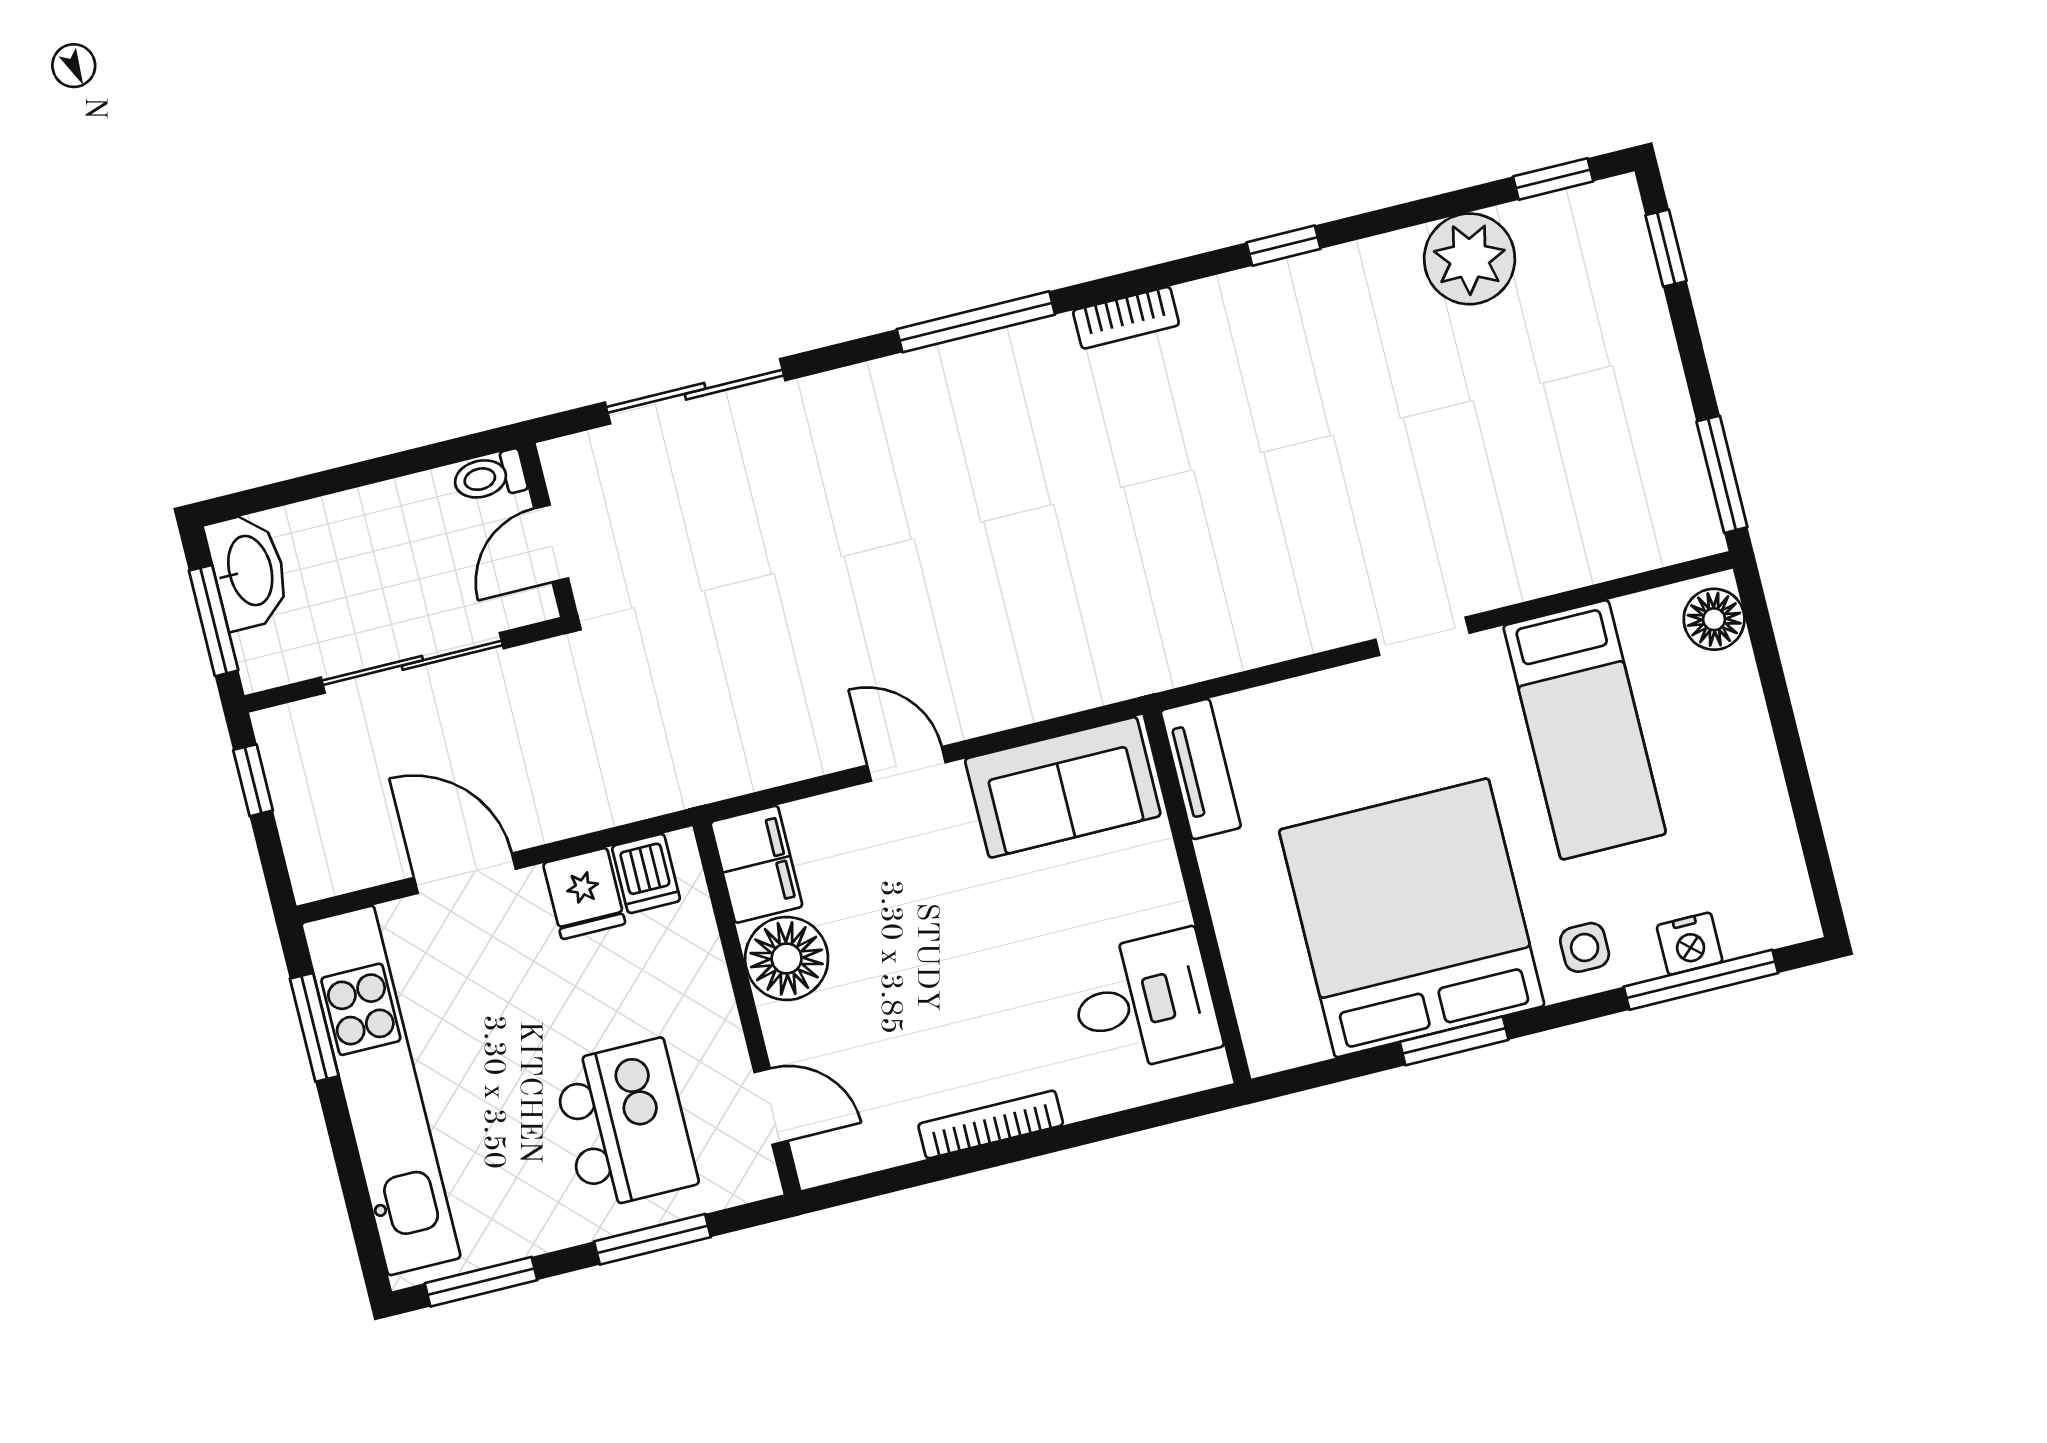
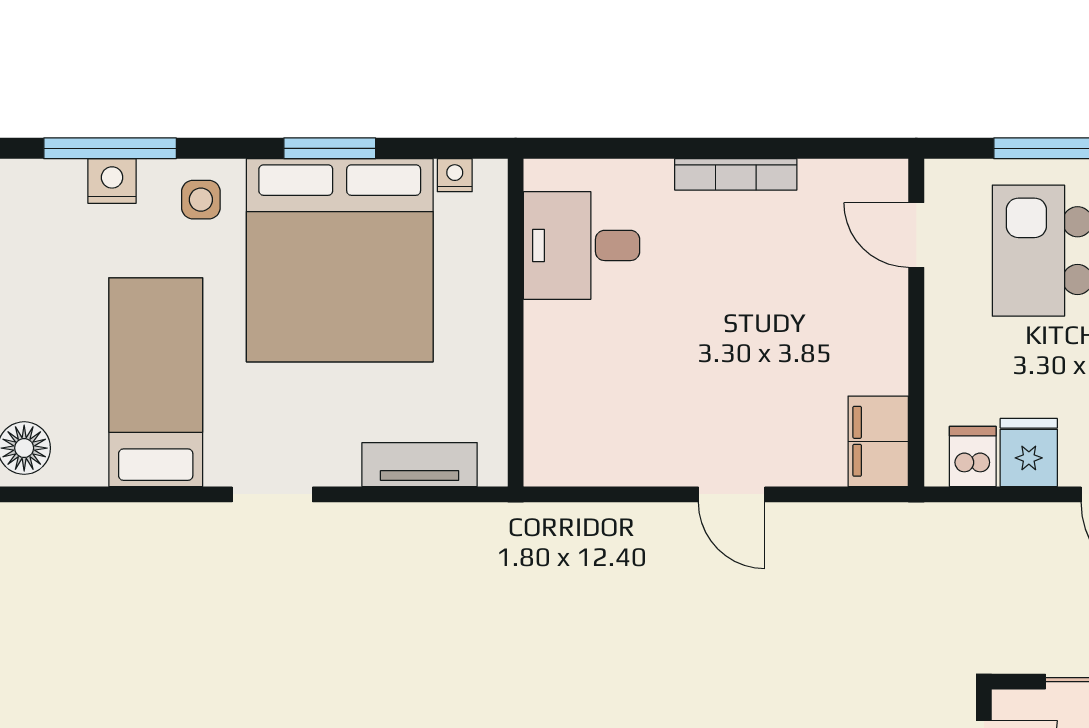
tv unit: (1201, 769) -> (420, 465), moved, turned 90
sofa: (1063, 787) -> (605, 442), removed
floor lamp: (787, 958) -> (873, 356), removed
nightstand: (1306, 1045) -> (455, 175), added

